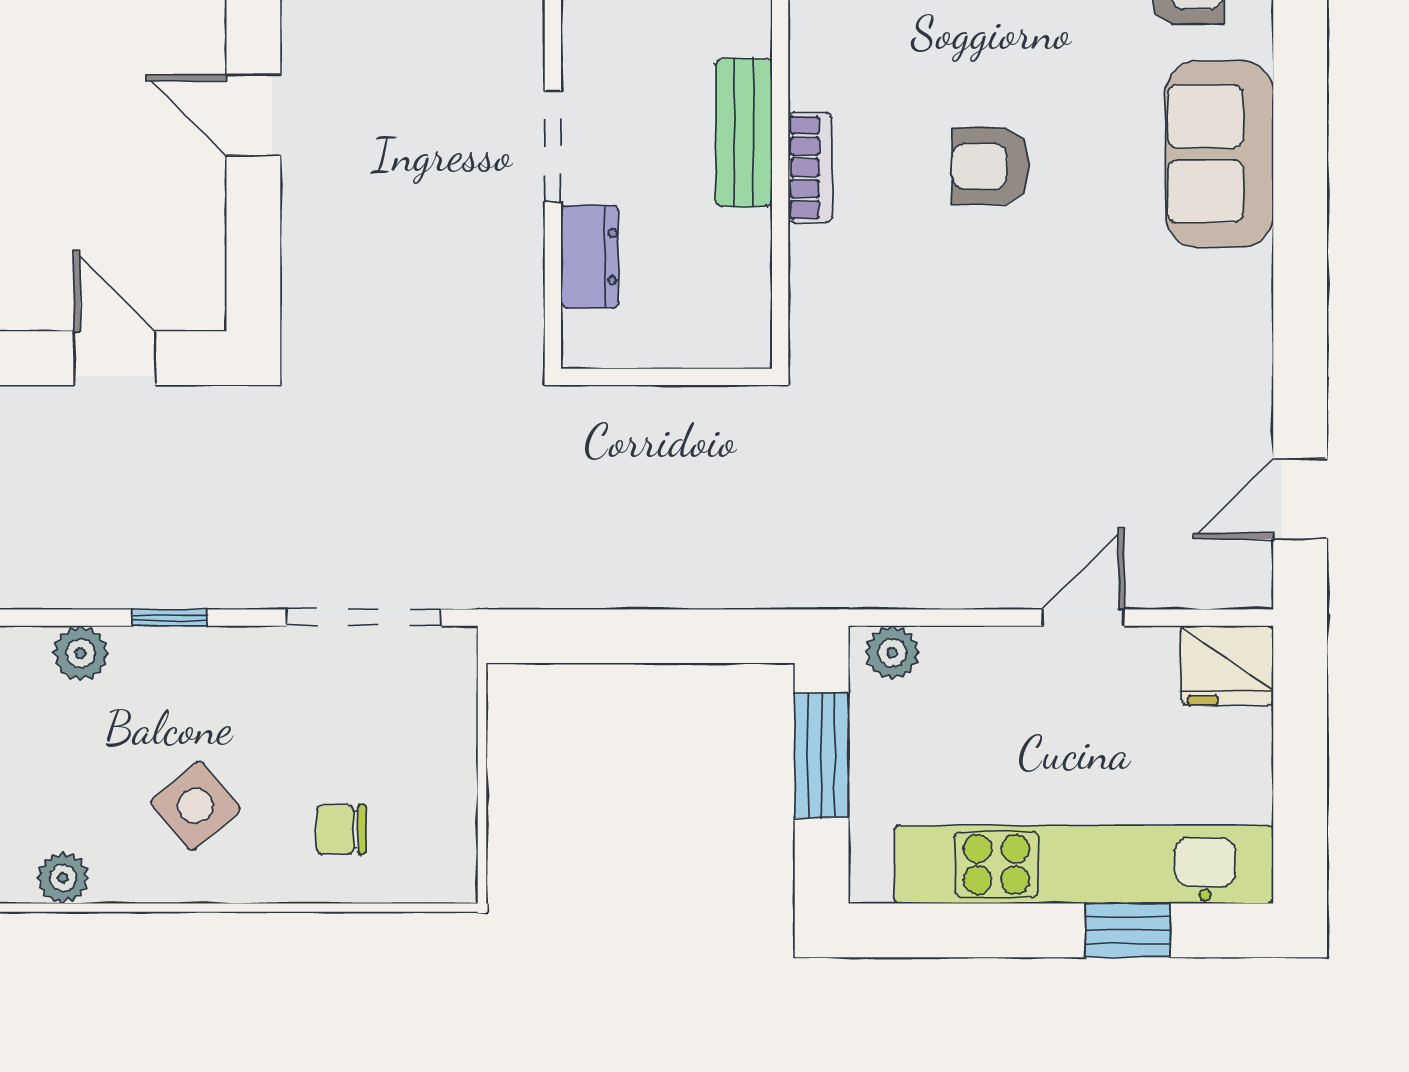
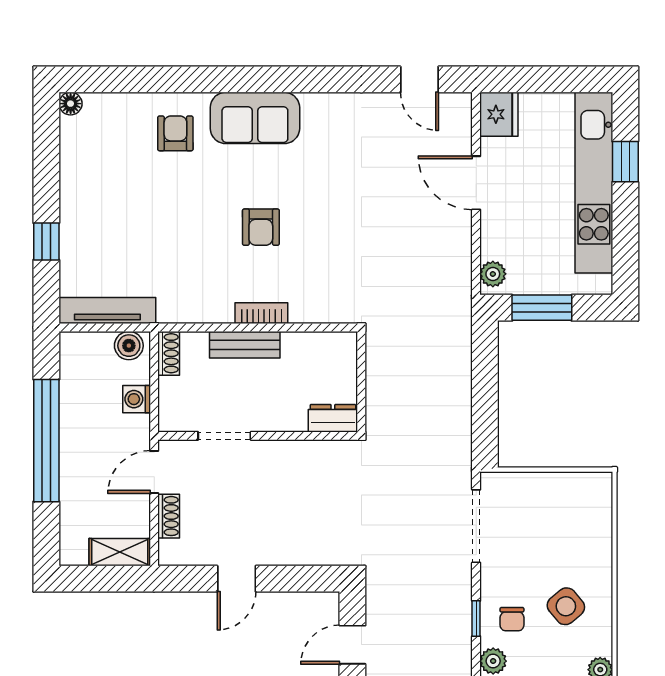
doorway: (553, 146) -> (224, 436), moved
dresser: (590, 257) -> (333, 418), moved
door: (1083, 618) -> (476, 183), width x1.38
chair: (341, 829) -> (512, 619), moved

